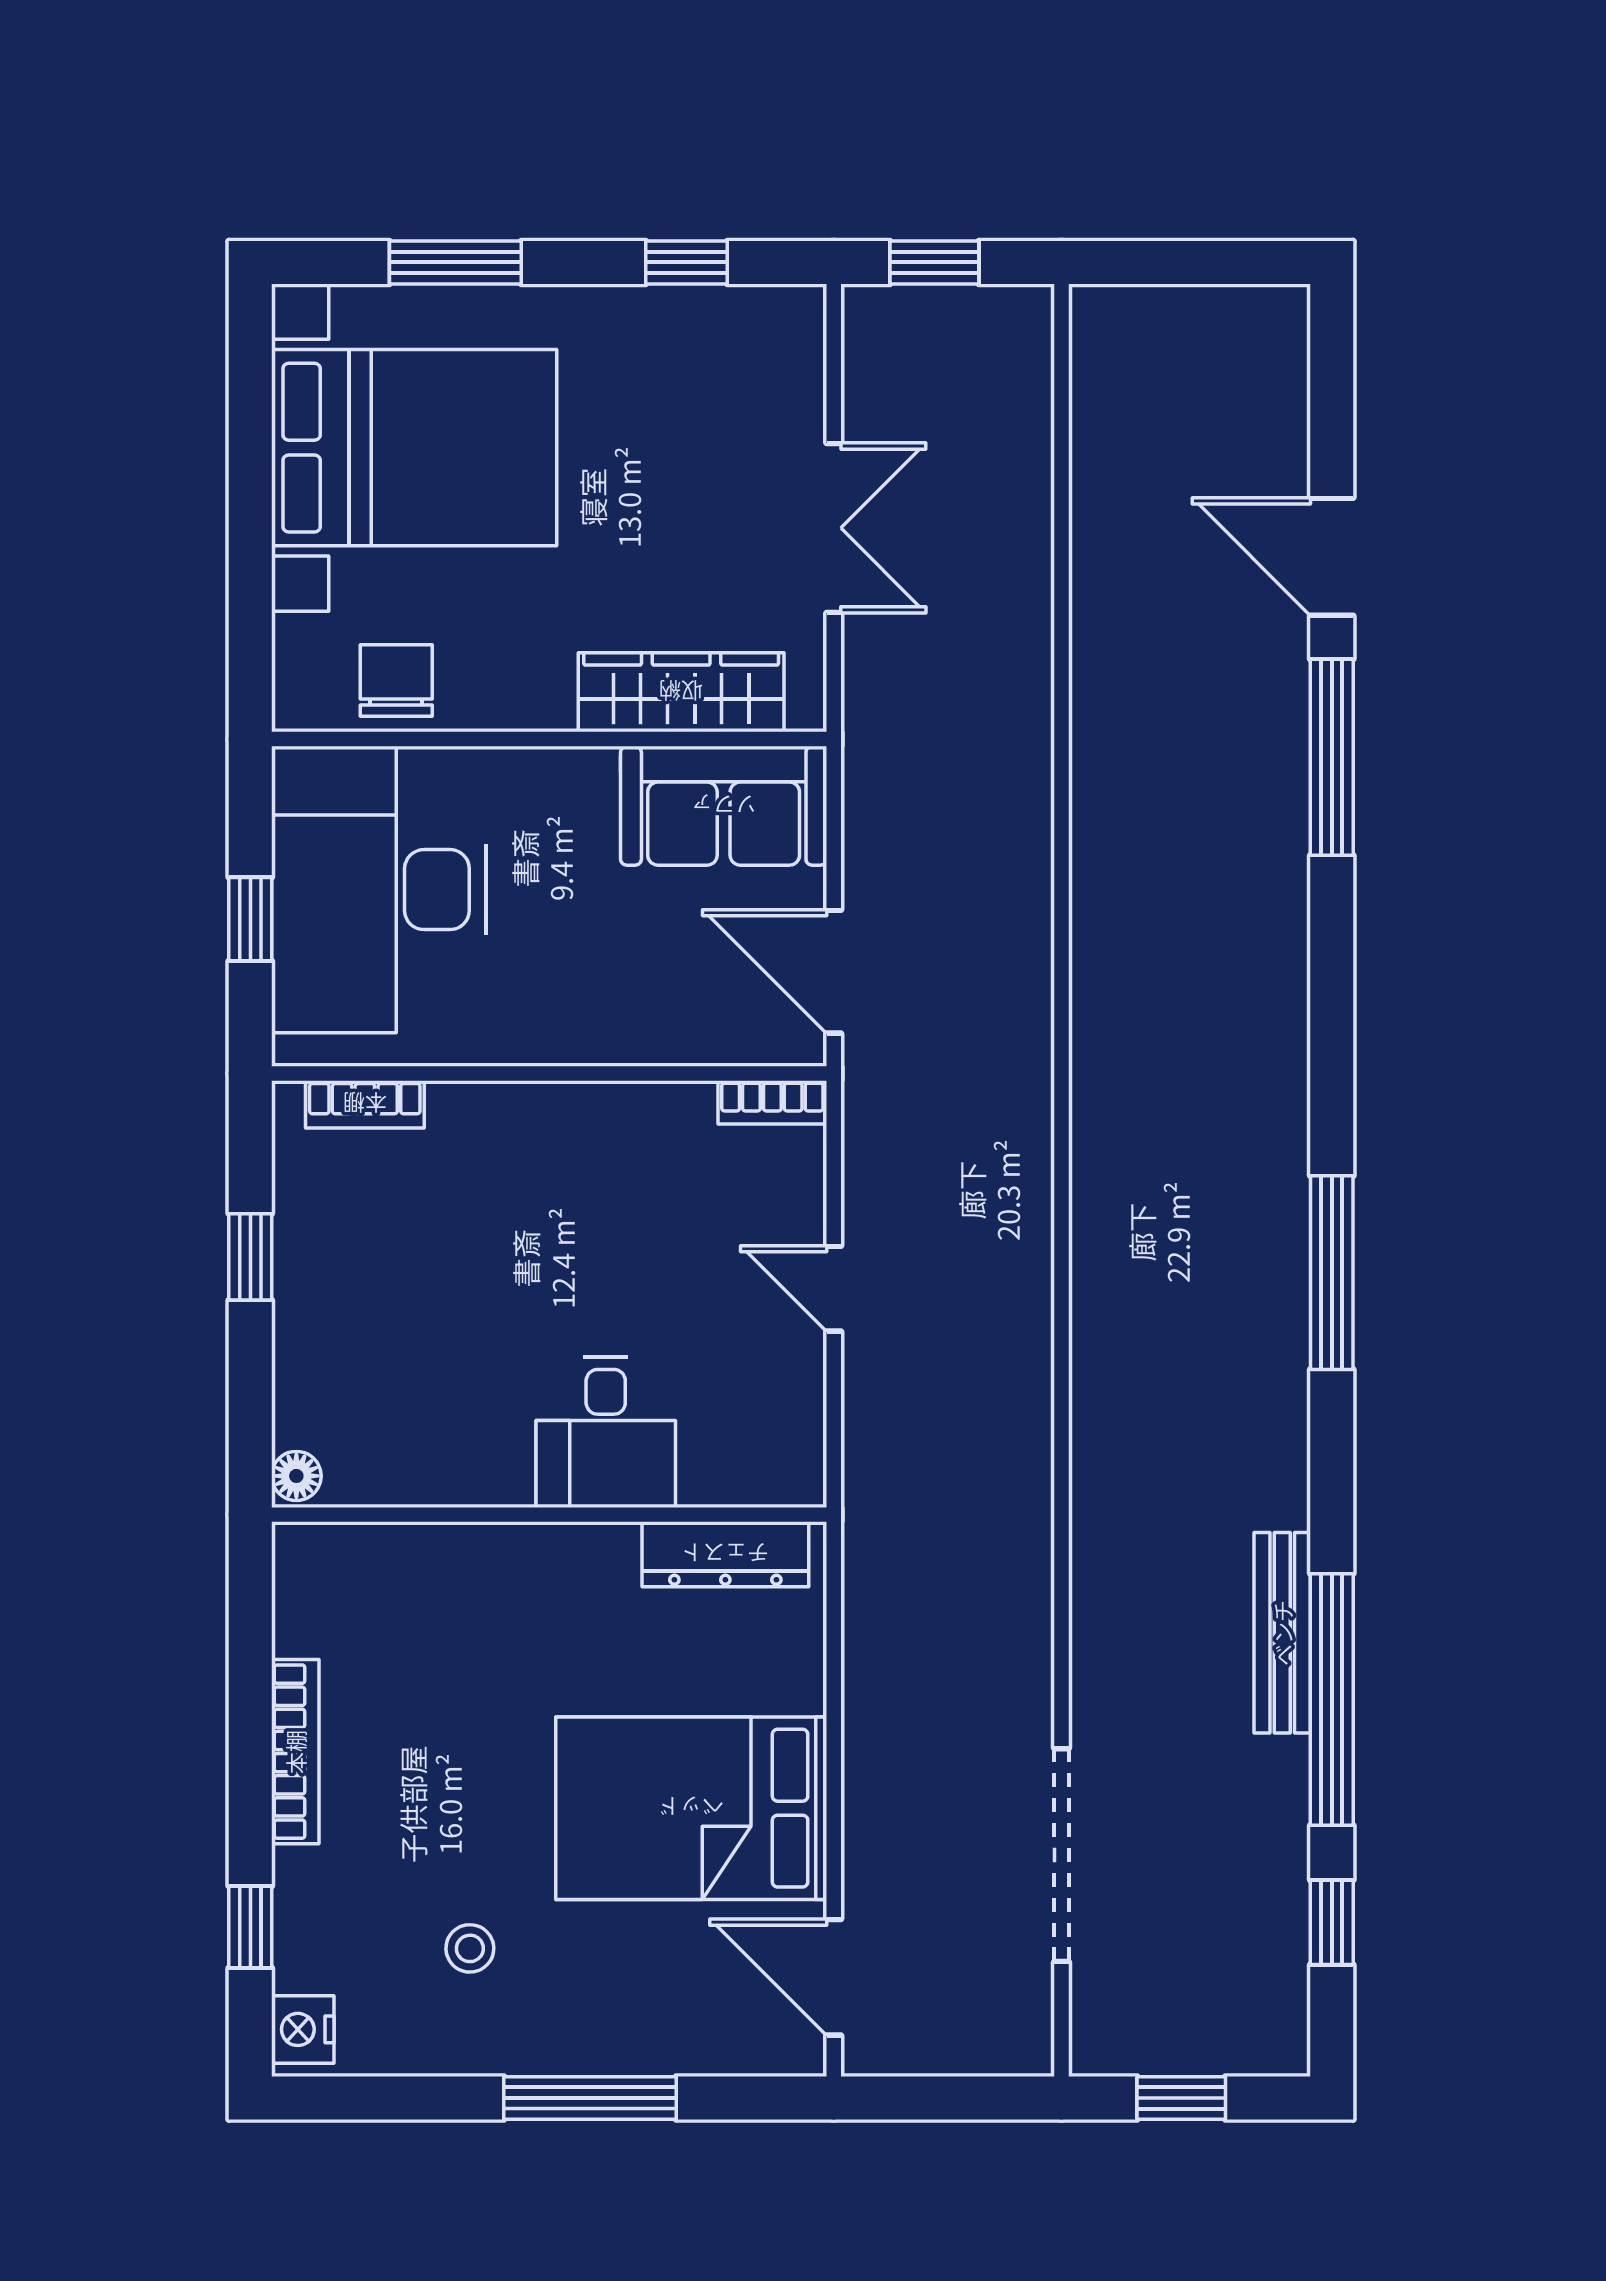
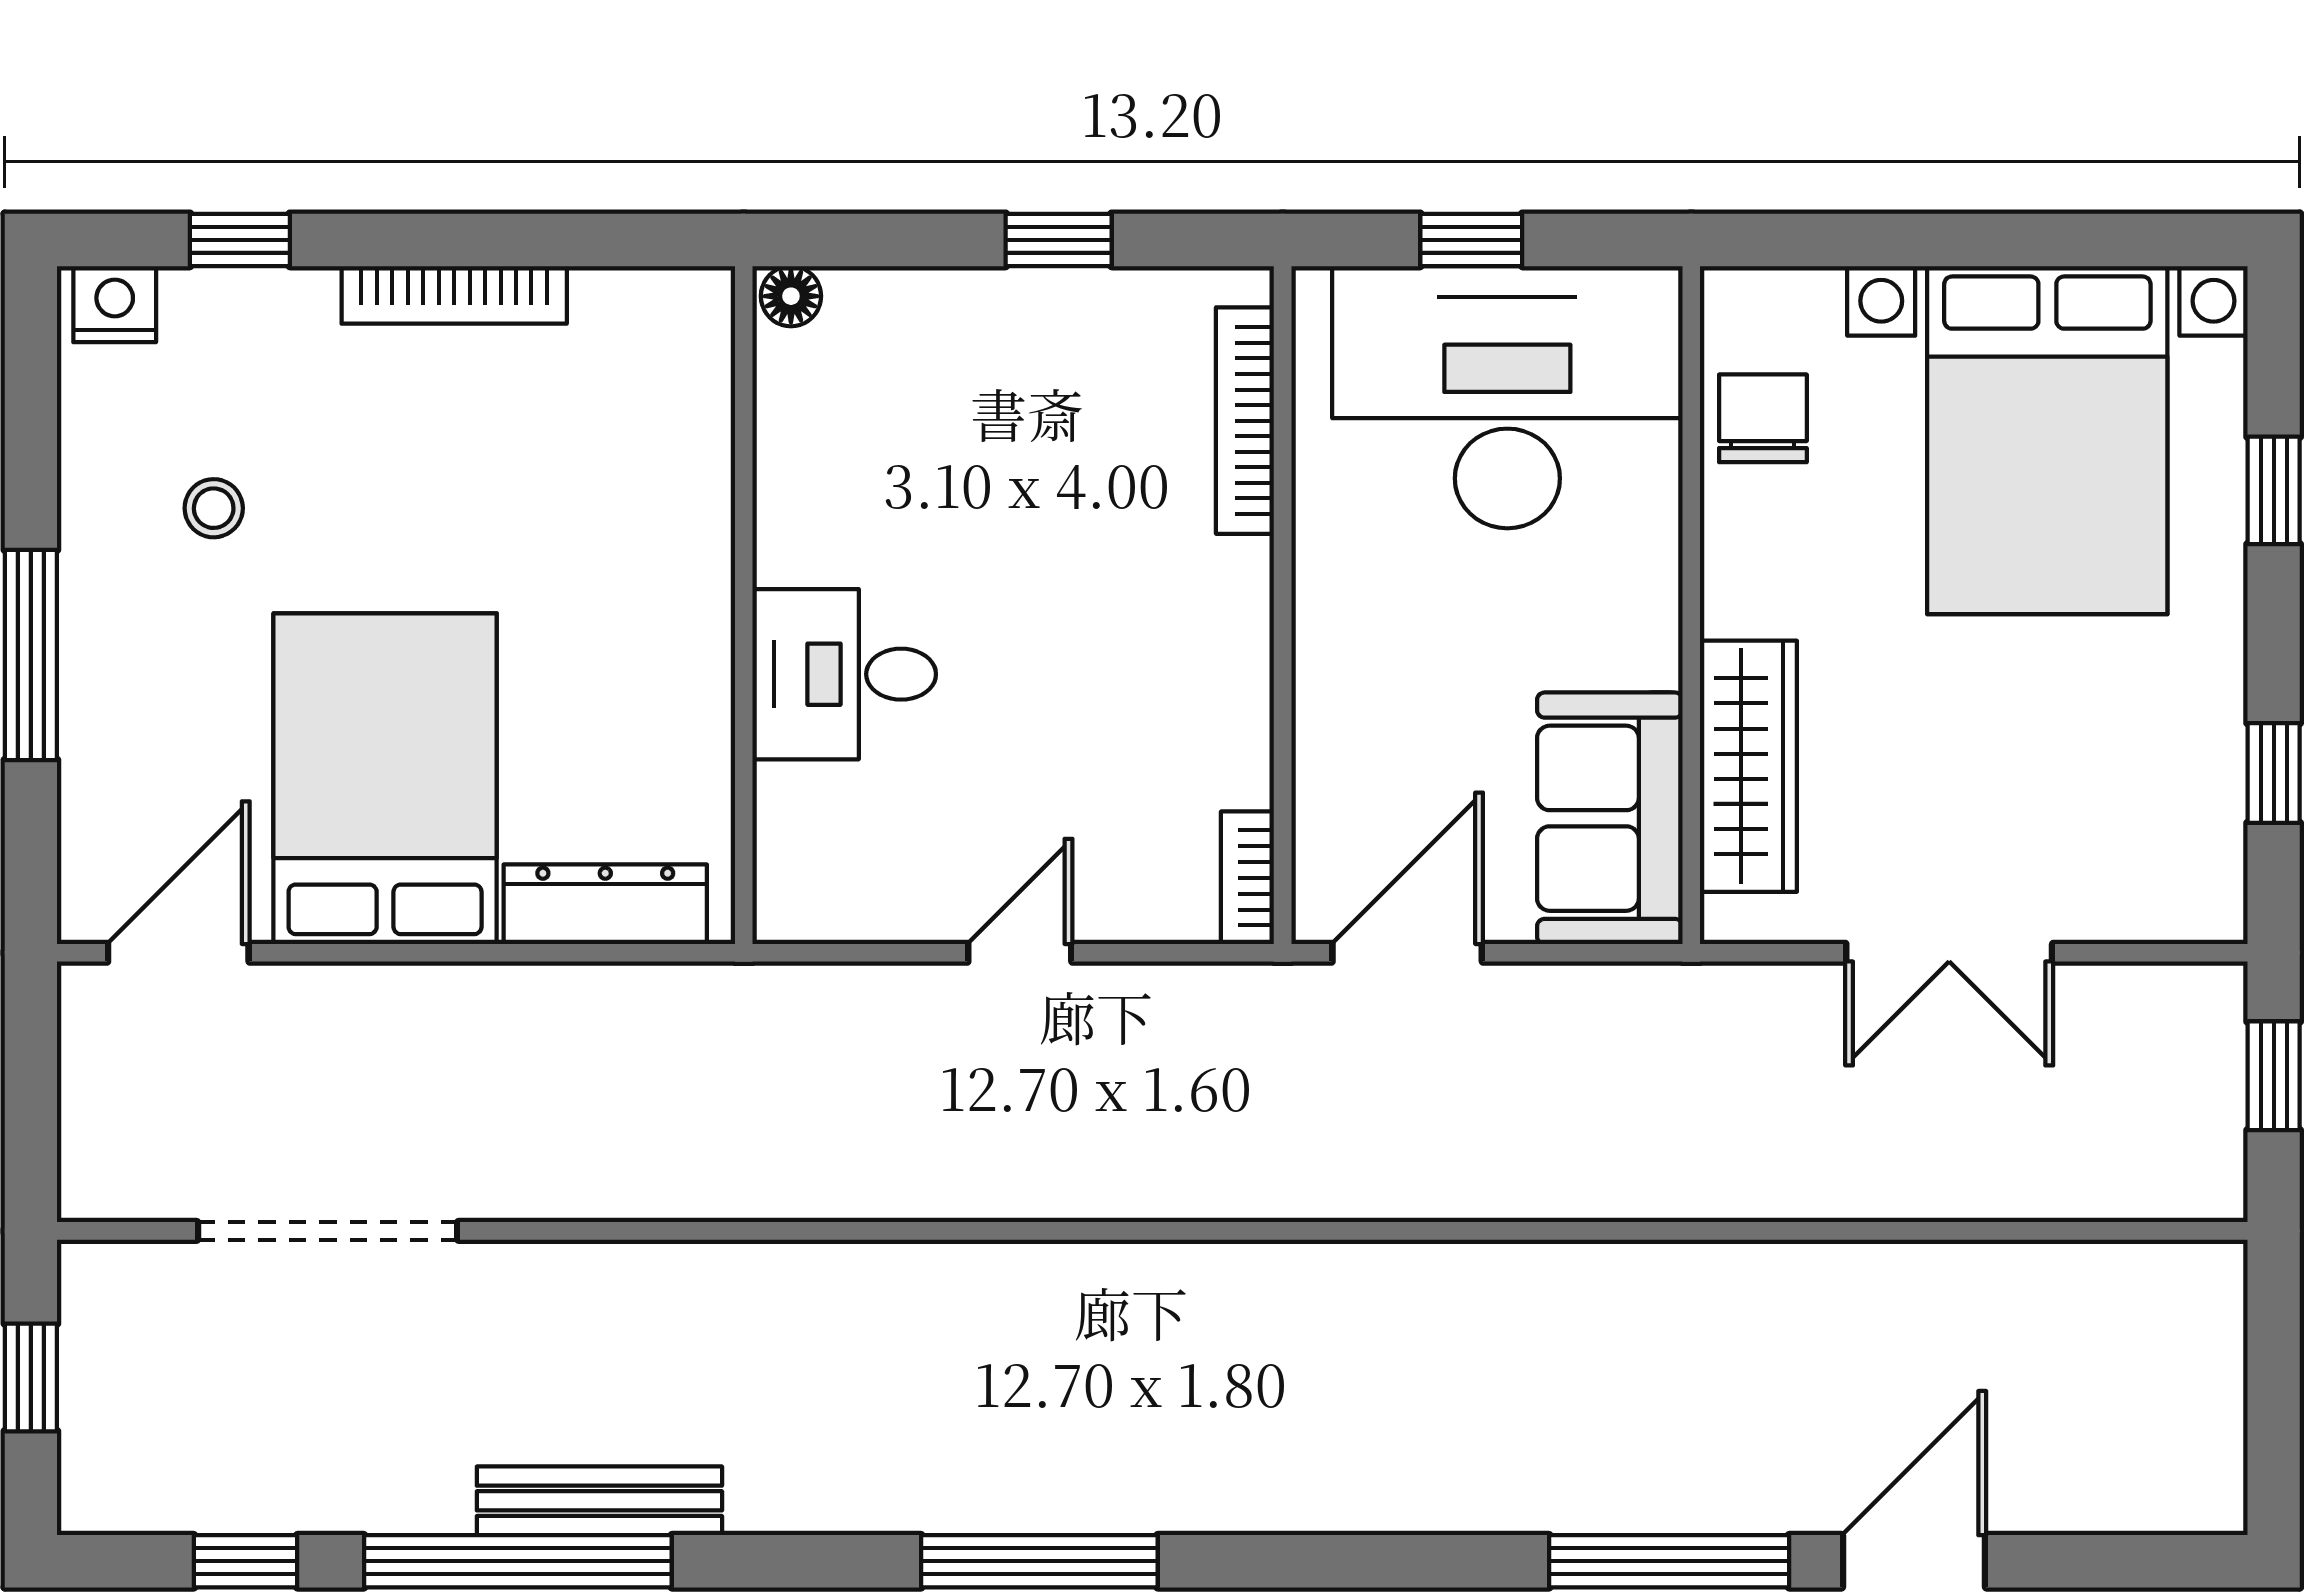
window: (455, 262) -> (2274, 490), width x0.67
chair: (396, 680) -> (1763, 418), turned -90
bookcase: (365, 1104) -> (1245, 421), width x1.56
dresser: (725, 1554) -> (605, 904), moved, turned 90

